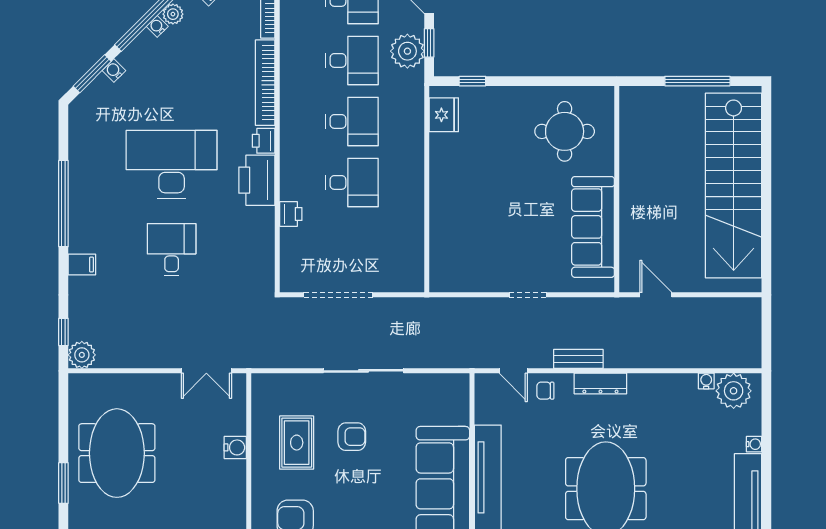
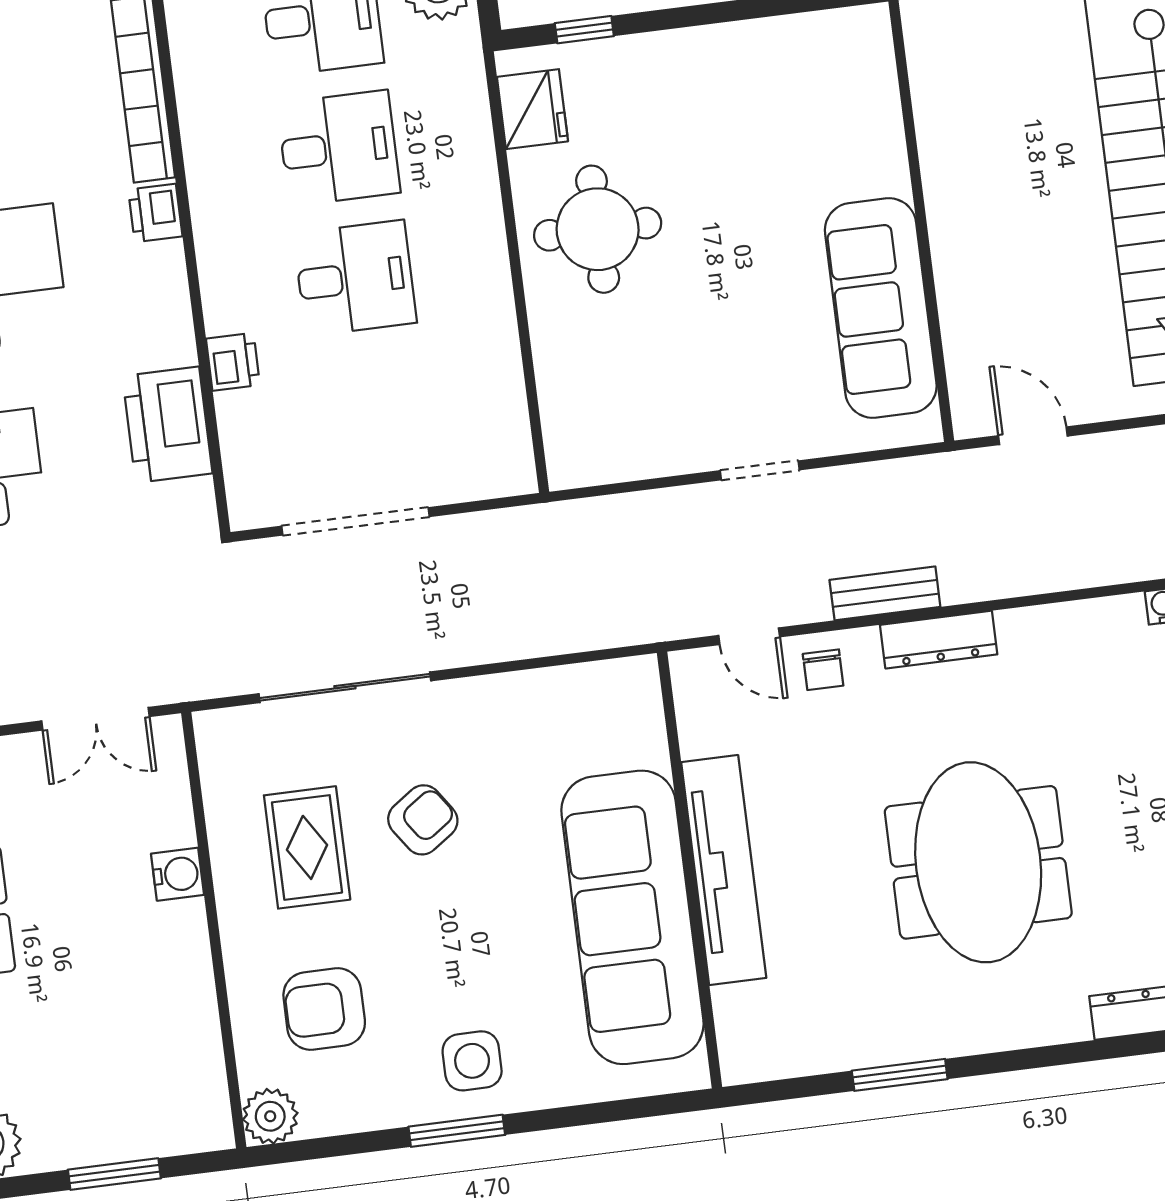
round table: (565, 131) -> (598, 229), moved
printer: (257, 180) -> (167, 425), moved
sliding door: (363, 371) -> (345, 687), moved
chair: (545, 391) -> (823, 670), turned -90
armchair: (352, 437) -> (423, 820), turned -35

